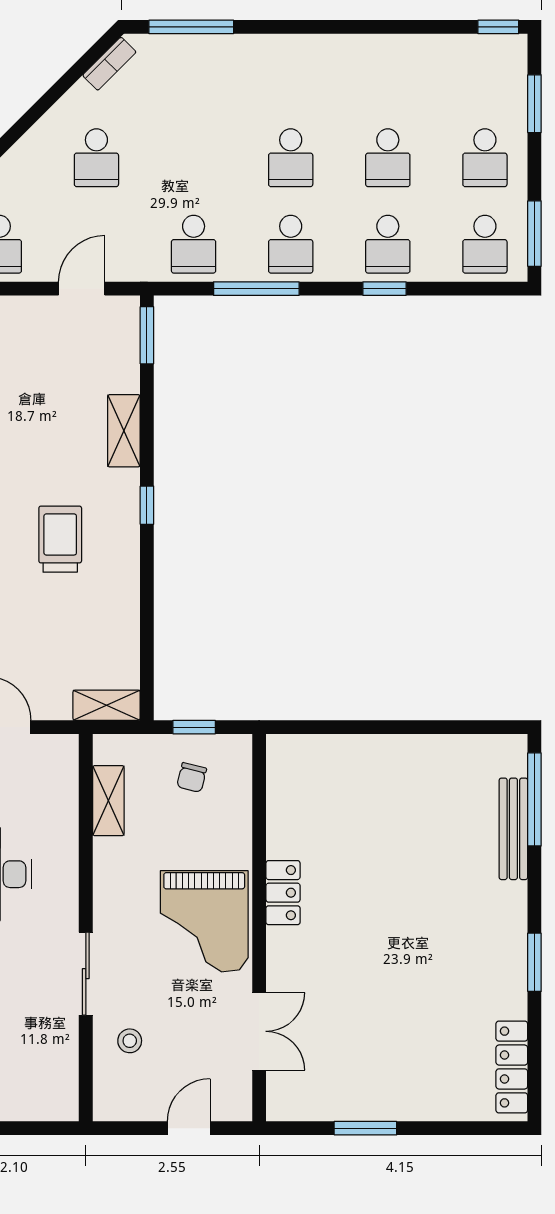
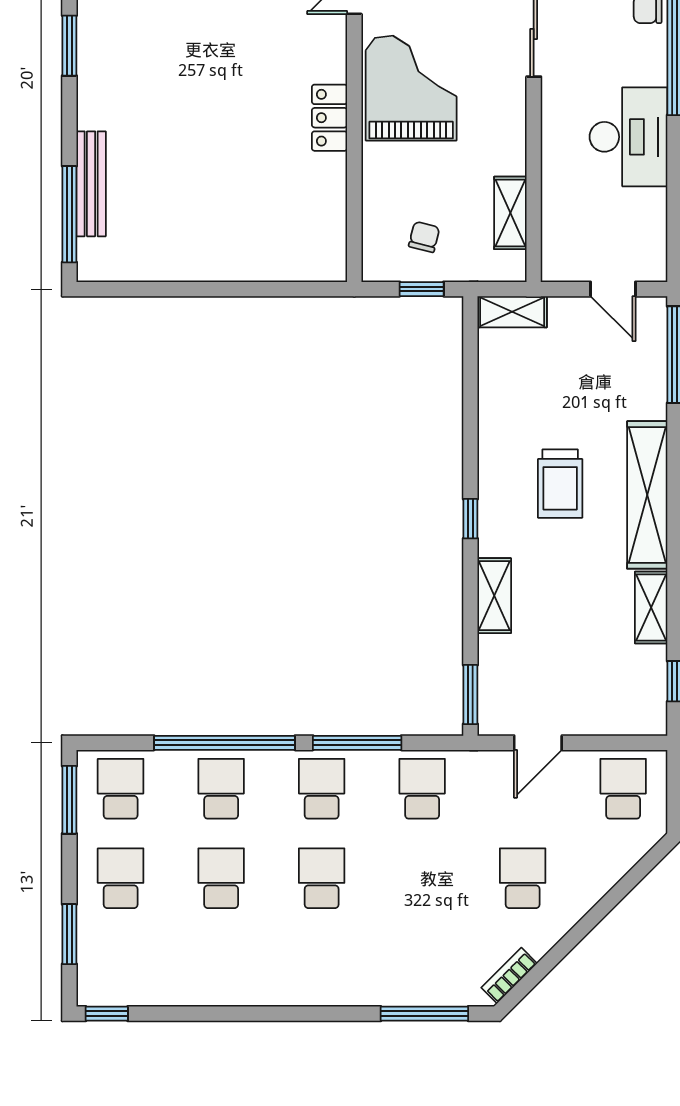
window: (384, 289) -> (225, 743), width x3.17

